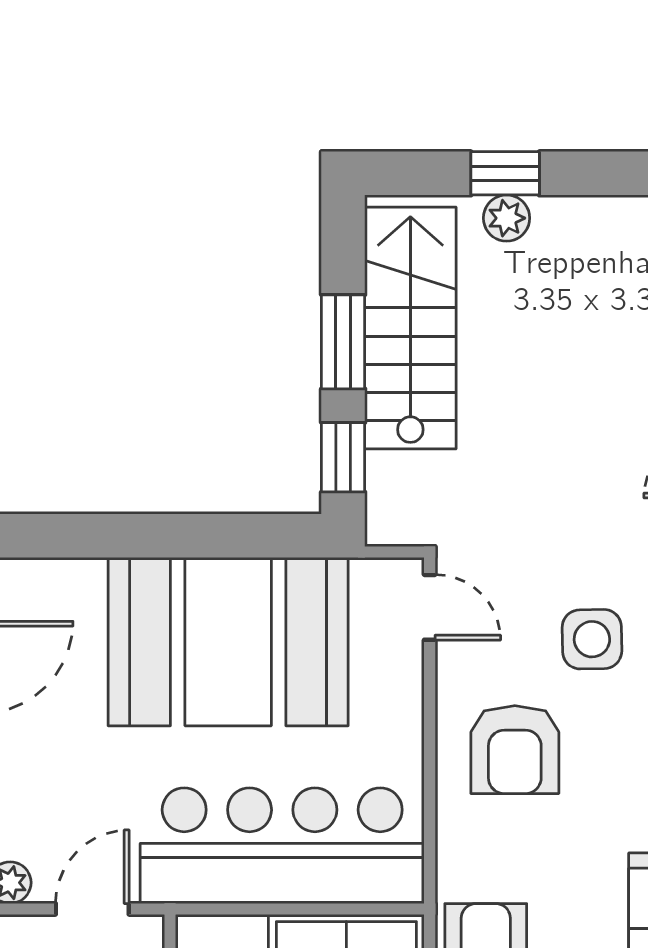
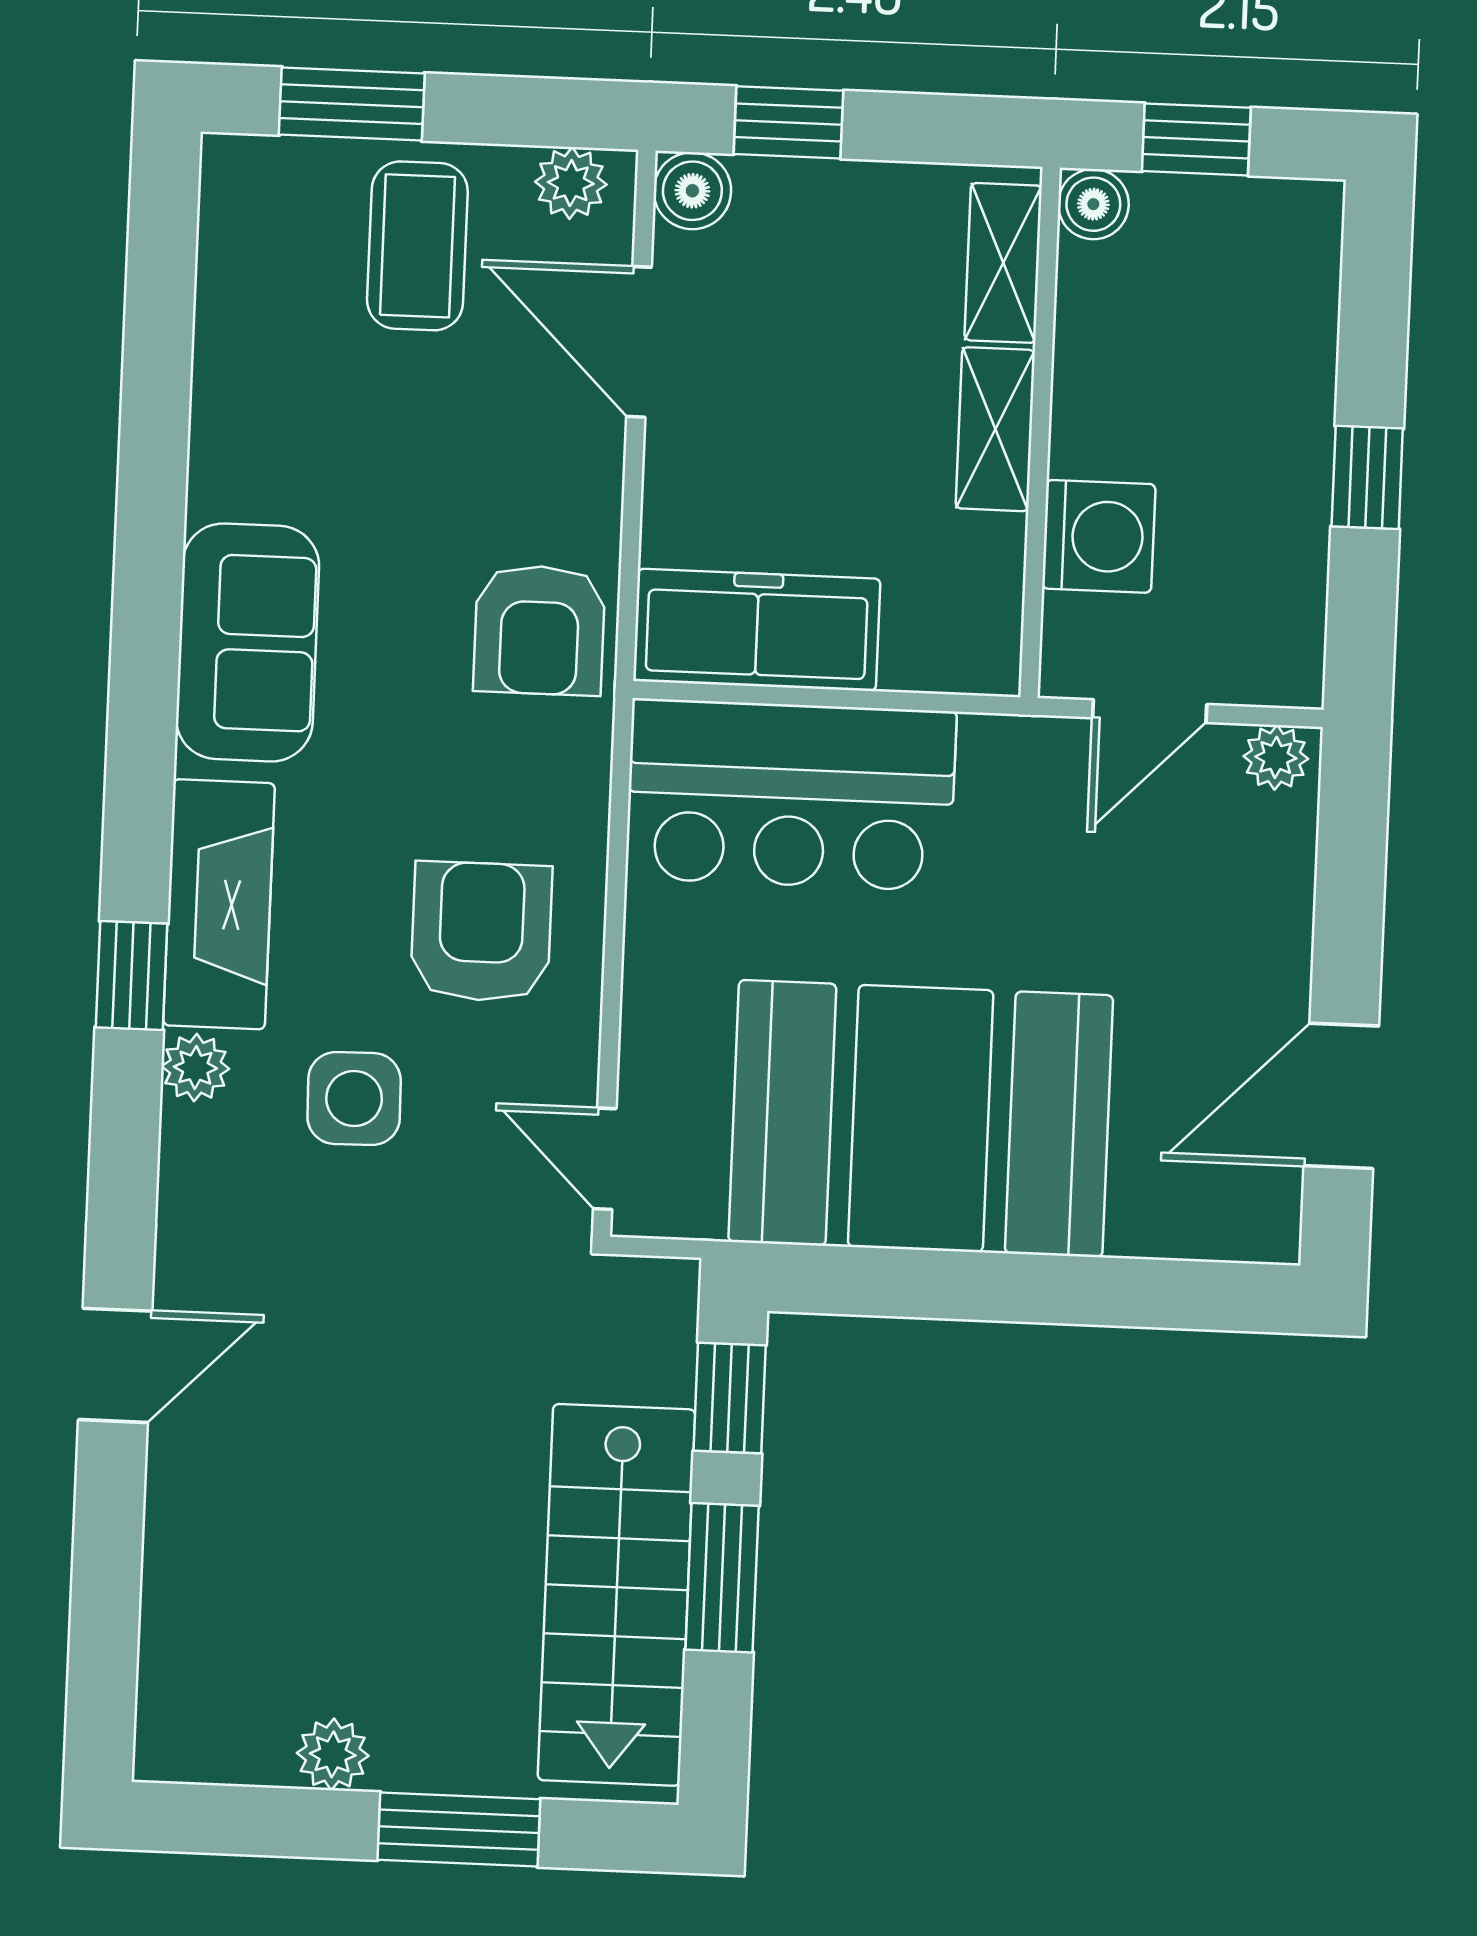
window: (505, 173) -> (459, 1830), width x1.50
plant: (507, 218) -> (333, 1754), moved
bar counter: (282, 846) -> (791, 795), width x0.73

